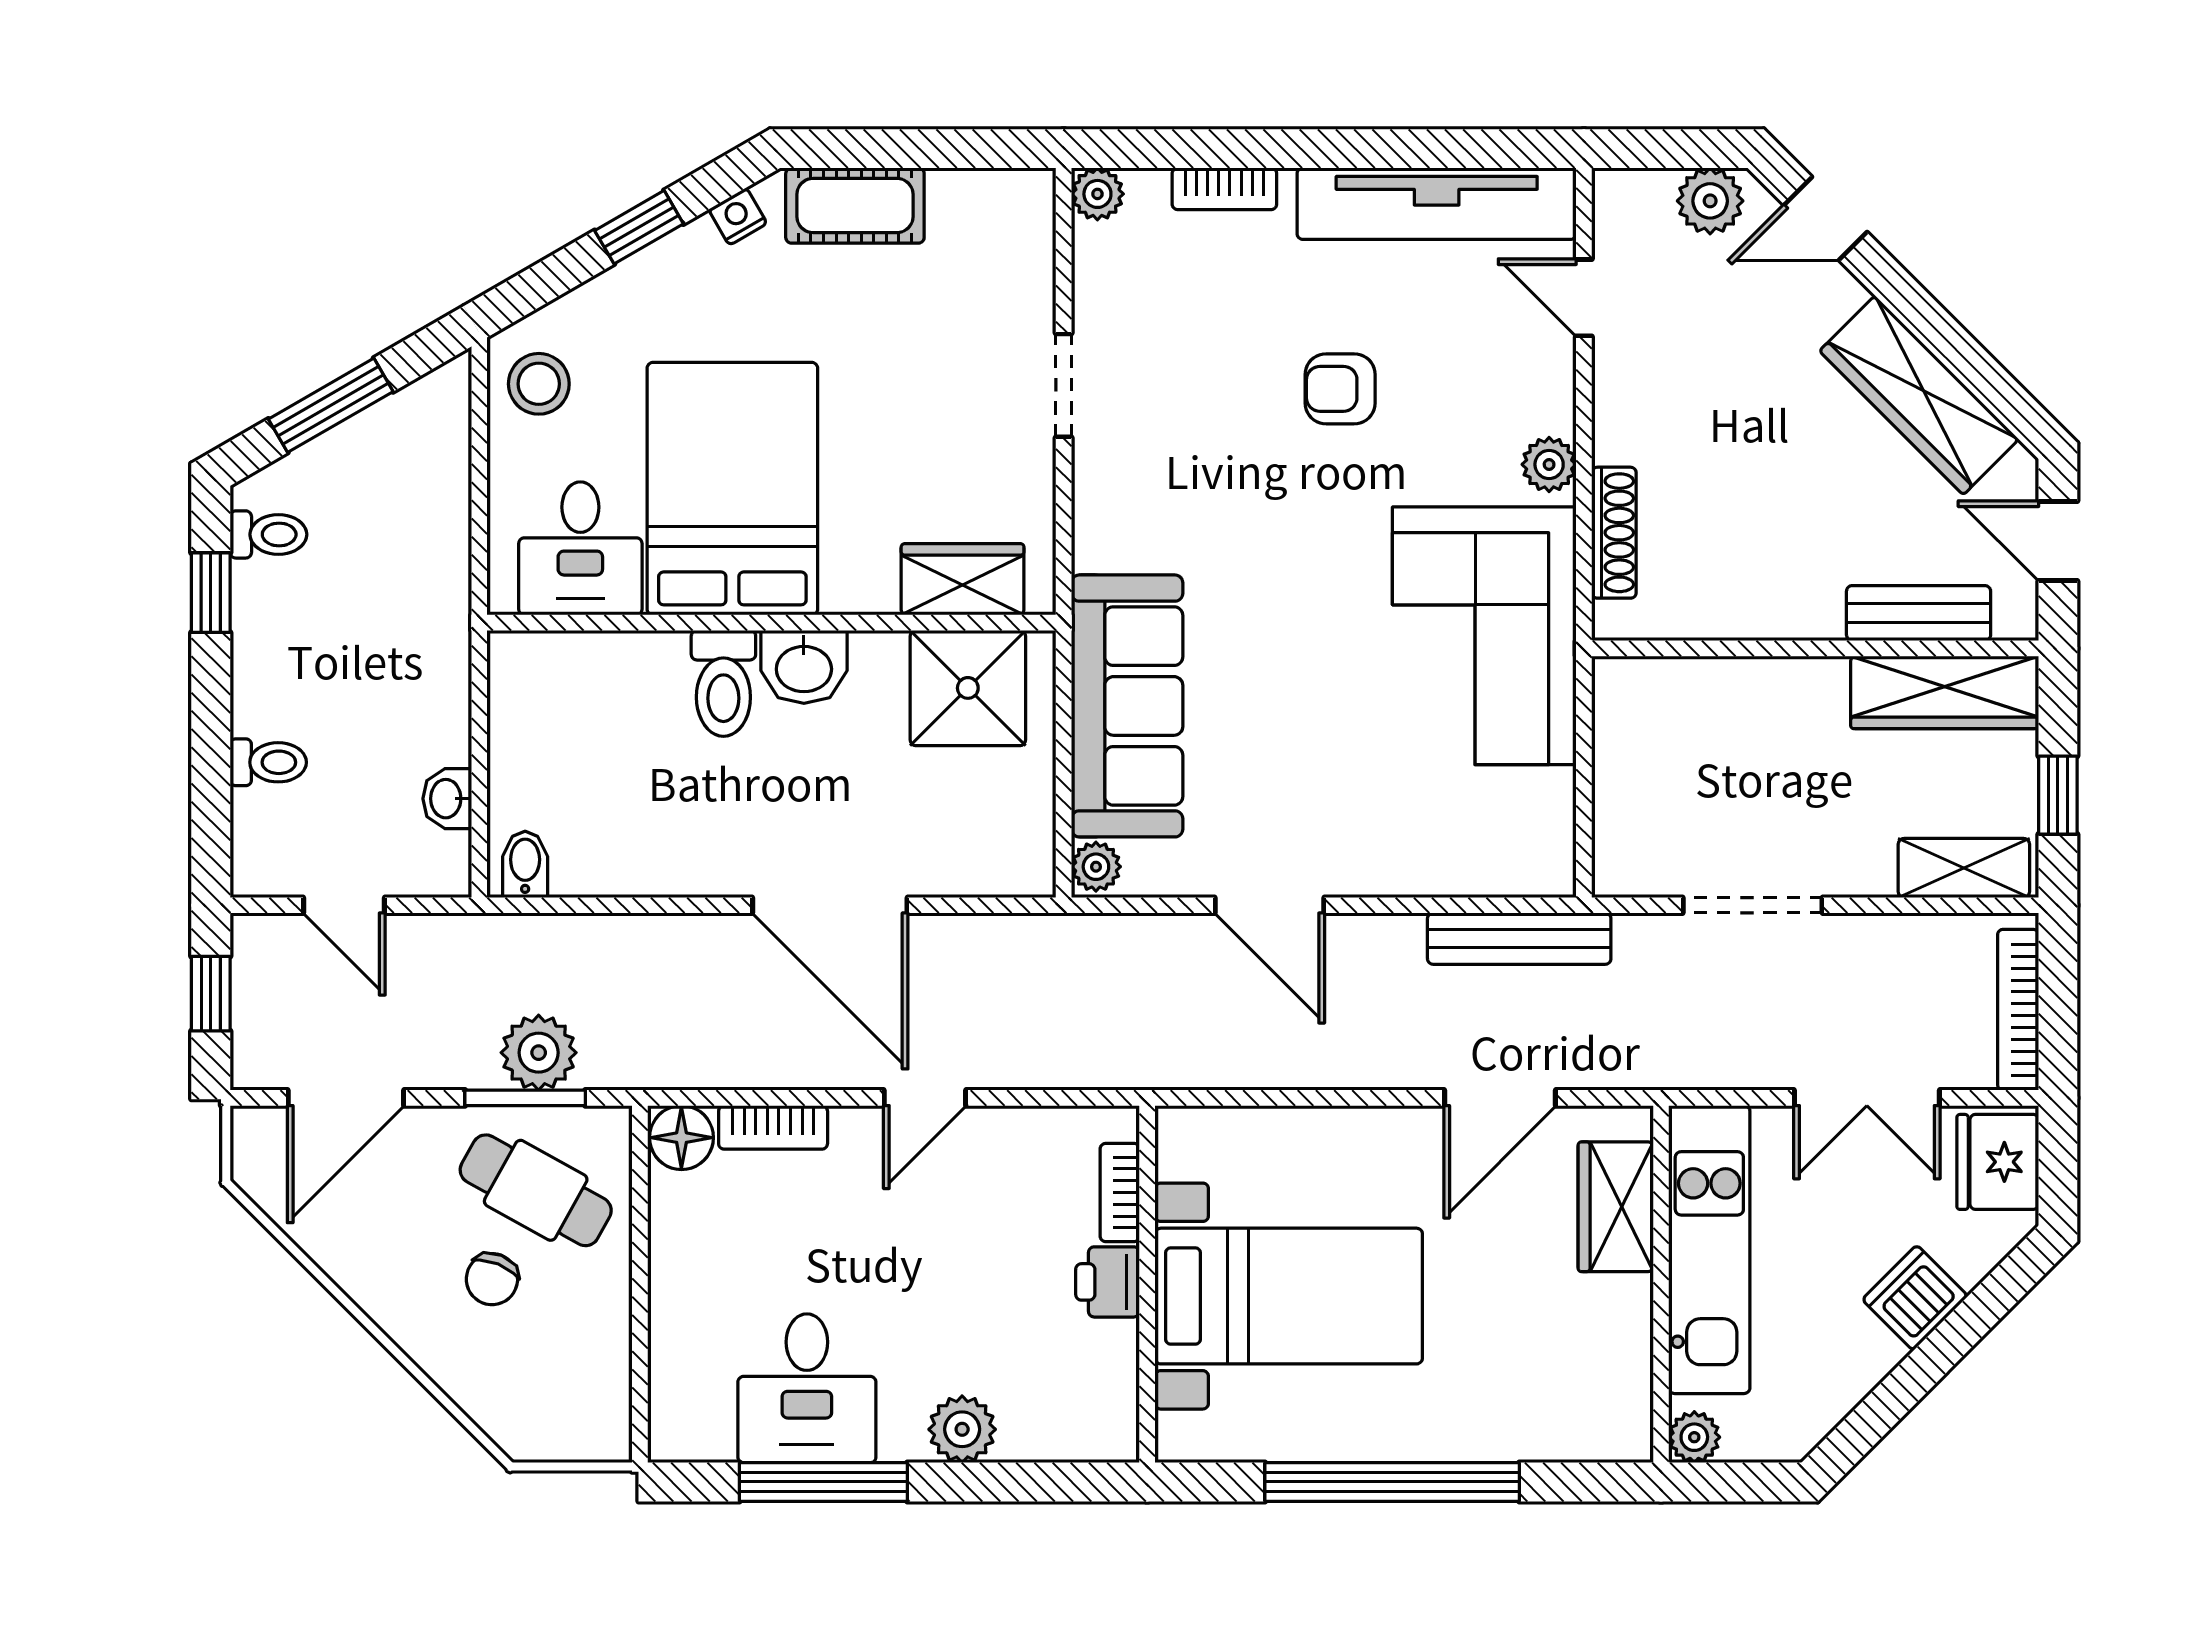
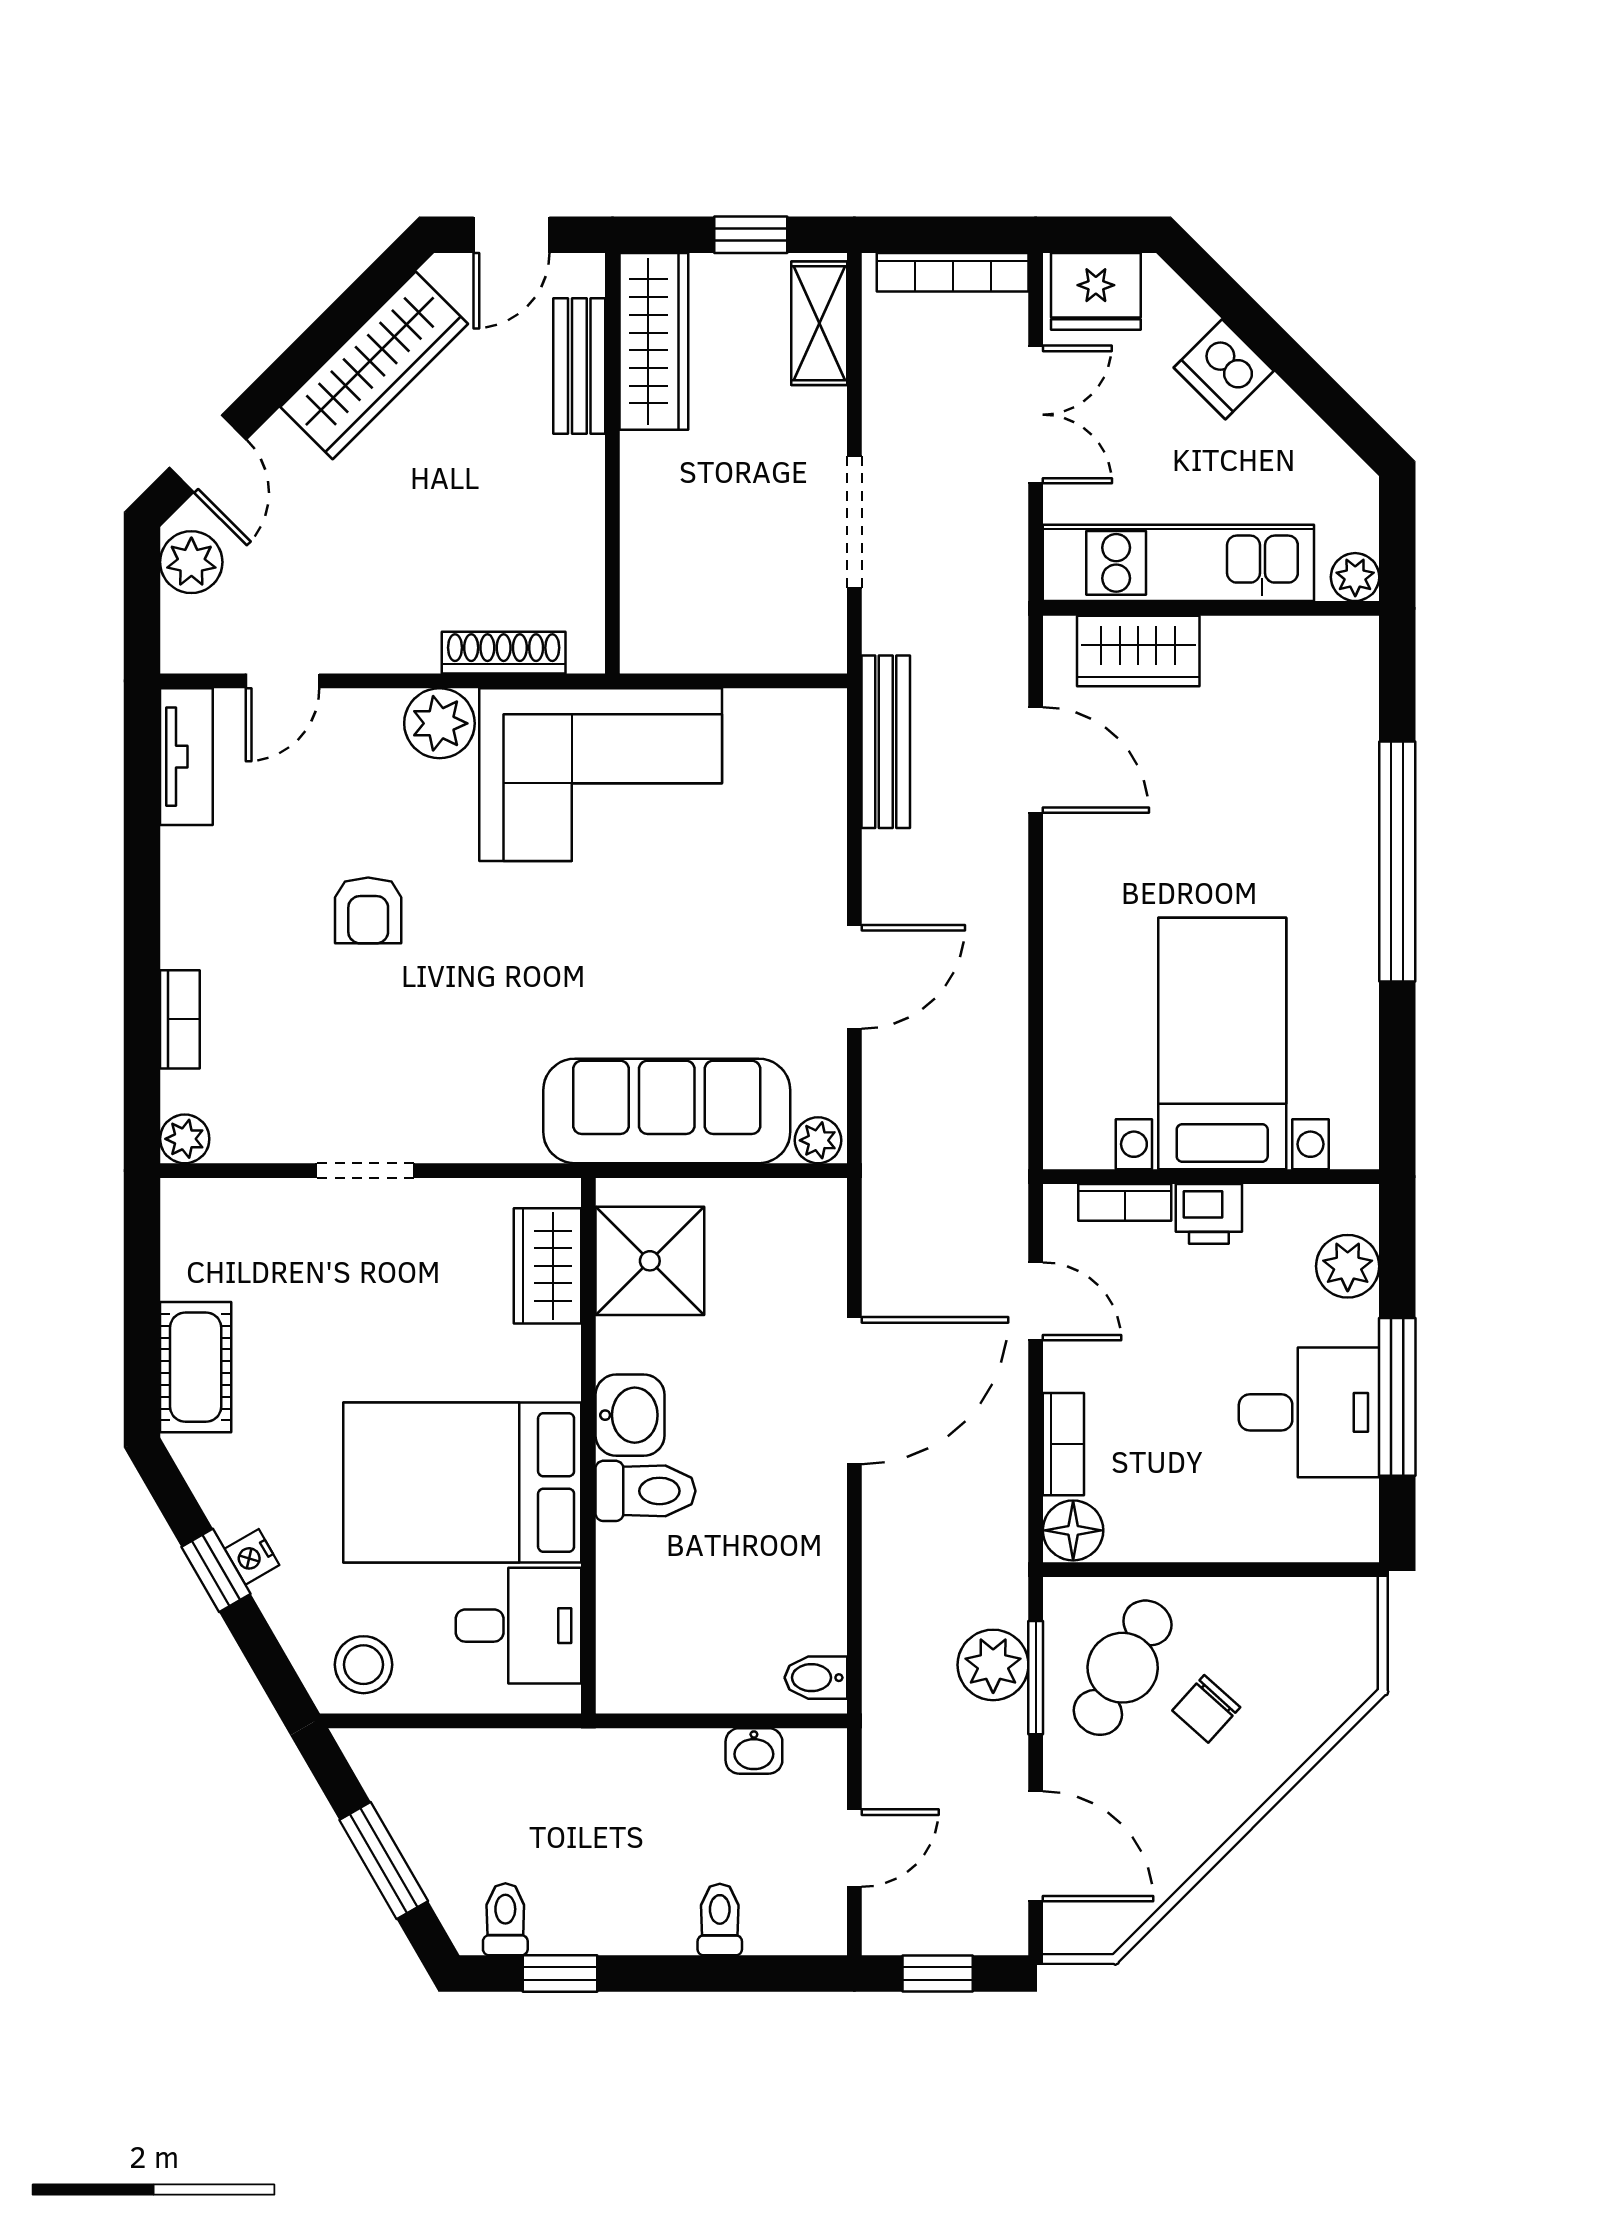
tv unit: (1437, 204) -> (186, 757), width x0.52, depth x0.78
nightstand: (738, 217) -> (252, 1557), moved
plant: (1549, 464) -> (439, 723), width x1.38, depth x1.38
bookcase: (1120, 1193) -> (1125, 1202), moved
chair: (492, 1279) -> (1206, 1709), turned 110
printer: (1108, 1282) -> (1209, 1214), moved
wall: (1147, 1284) -> (1211, 1177), moved
bed with nightstands: (1289, 1296) -> (1222, 1044), moved

